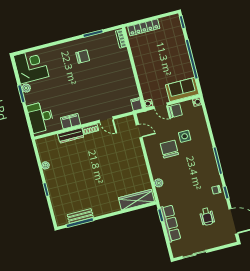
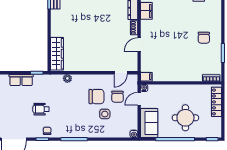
round table: (168, 54) -> (185, 118), added
chair: (175, 111) -> (118, 97), moved
wheelchair: (207, 217) -> (41, 109), moved
row of seats: (171, 223) -> (21, 80), width x0.68

